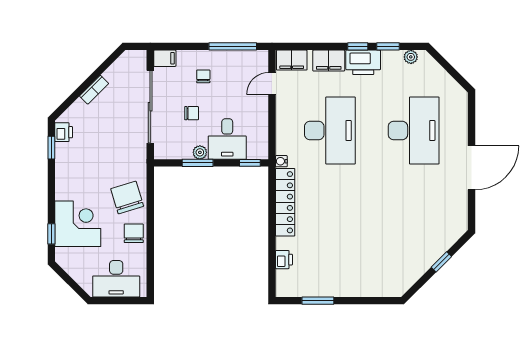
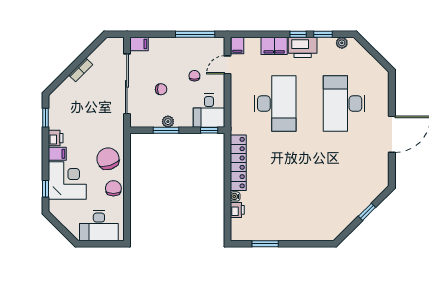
filing cabinet: (292, 60) -> (237, 45), width x0.50
chair: (203, 76) -> (194, 76), moved
desk: (414, 131) -> (344, 104), turned 180
printer: (64, 132) -> (56, 138), moved
desk: (227, 139) -> (209, 111), moved
water cooler: (281, 161) -> (235, 196), moved
filing cabinet: (66, 191) -> (57, 154), added

